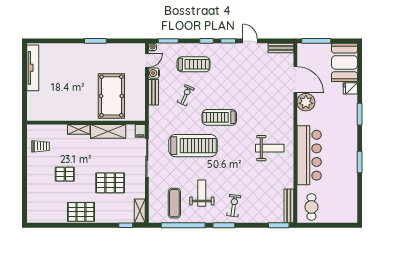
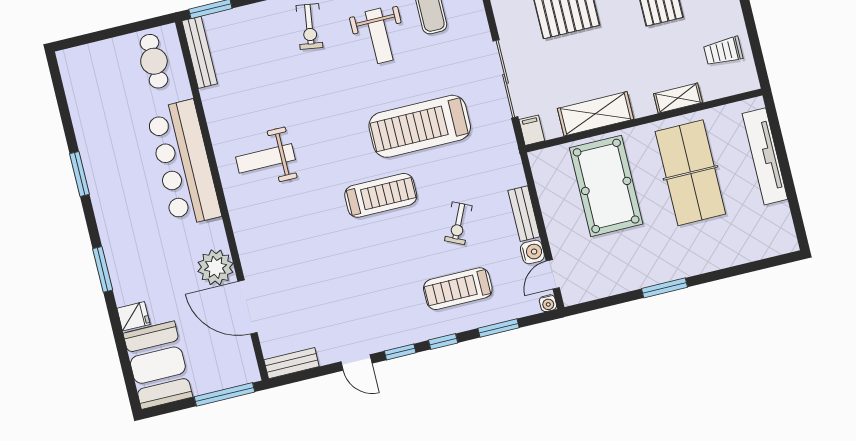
window: (168, 41) -> (498, 328), moved
tv unit: (33, 68) -> (765, 156), moved
table tennis table: (70, 93) -> (690, 173), added
shelving: (79, 129) -> (678, 98), moved

